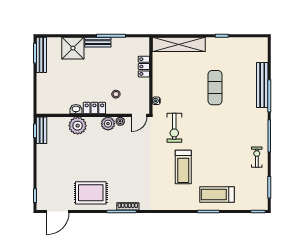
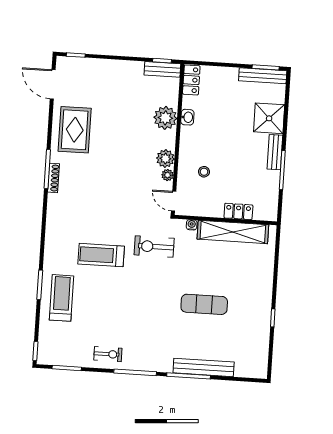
shelving: (179, 44) -> (233, 232), moved, turned 90
locker: (94, 108) -> (191, 80), moved

